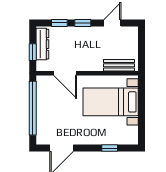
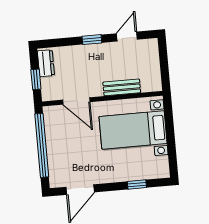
window: (59, 23) -> (64, 42), removed
dresser: (42, 44) -> (46, 63), width x0.70
bench: (119, 65) -> (122, 87), moved

